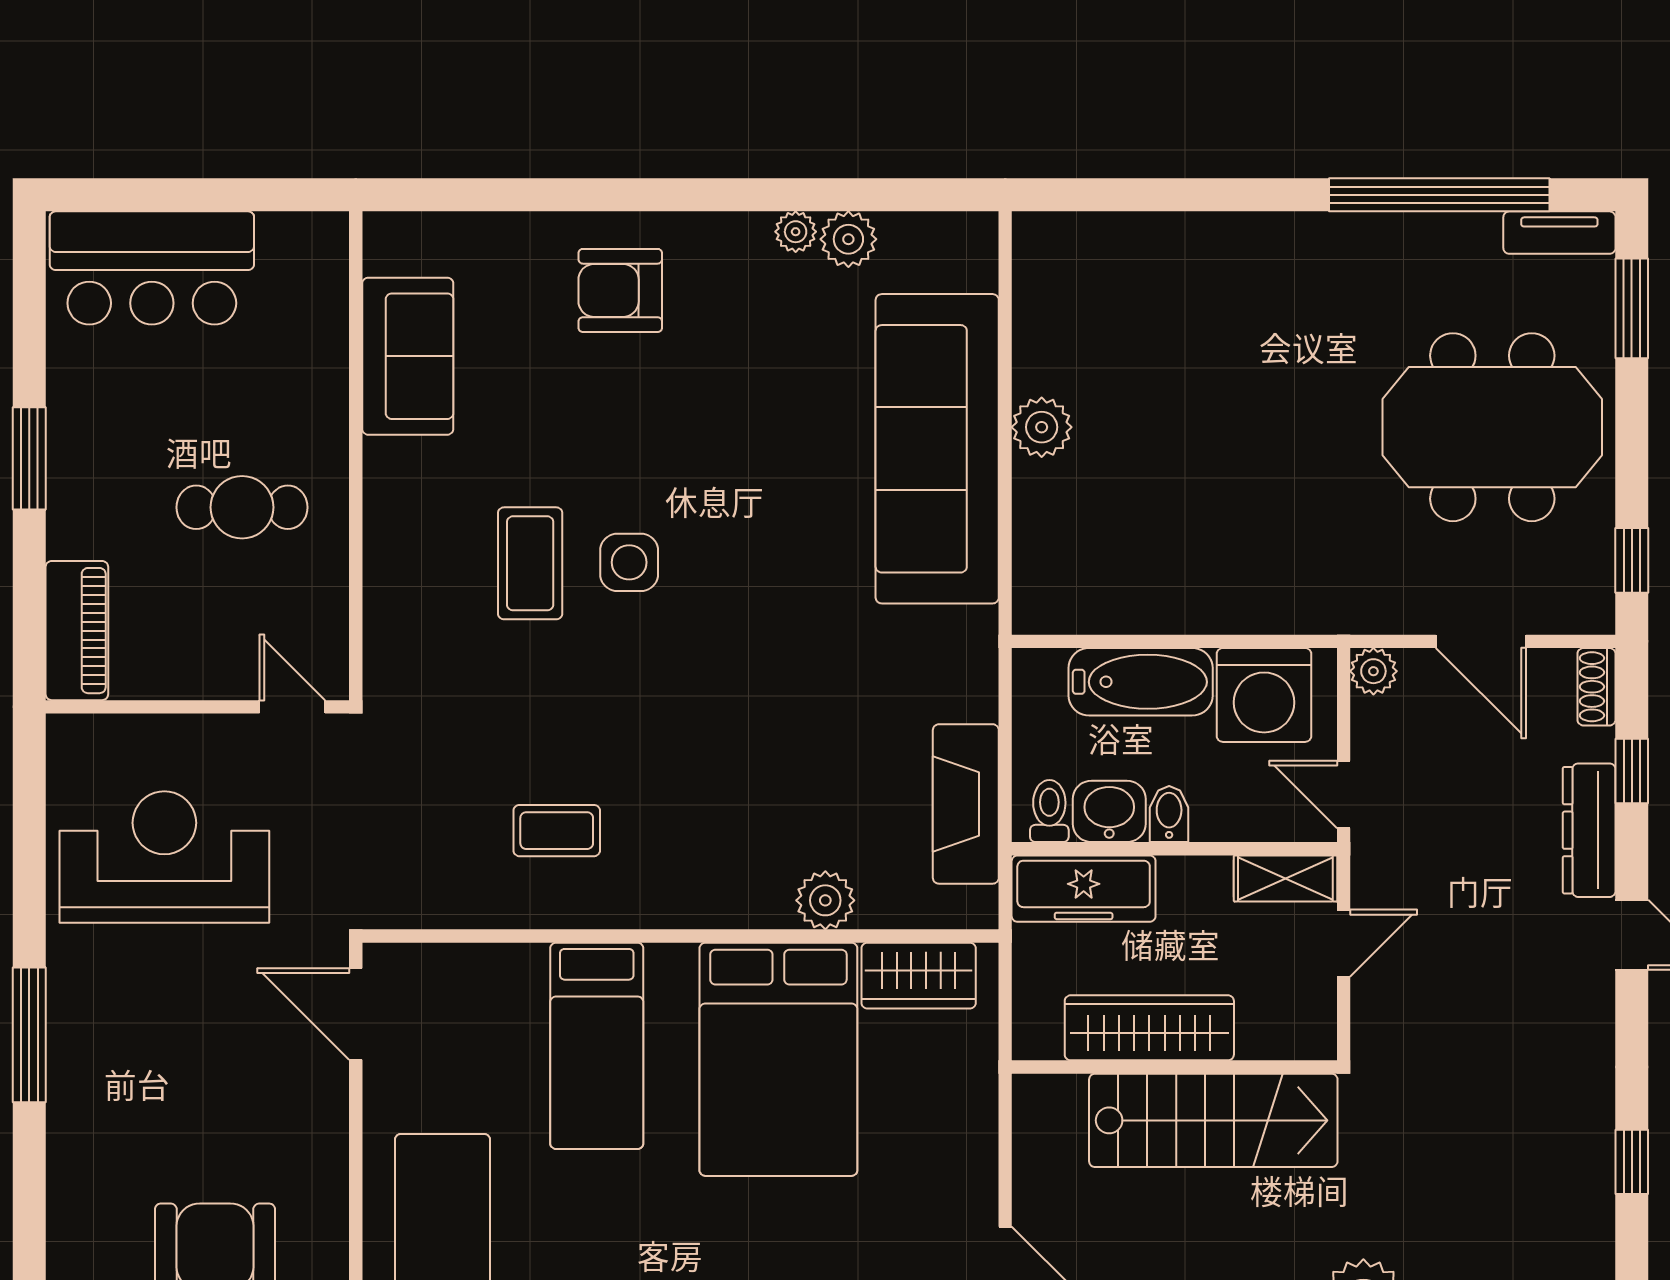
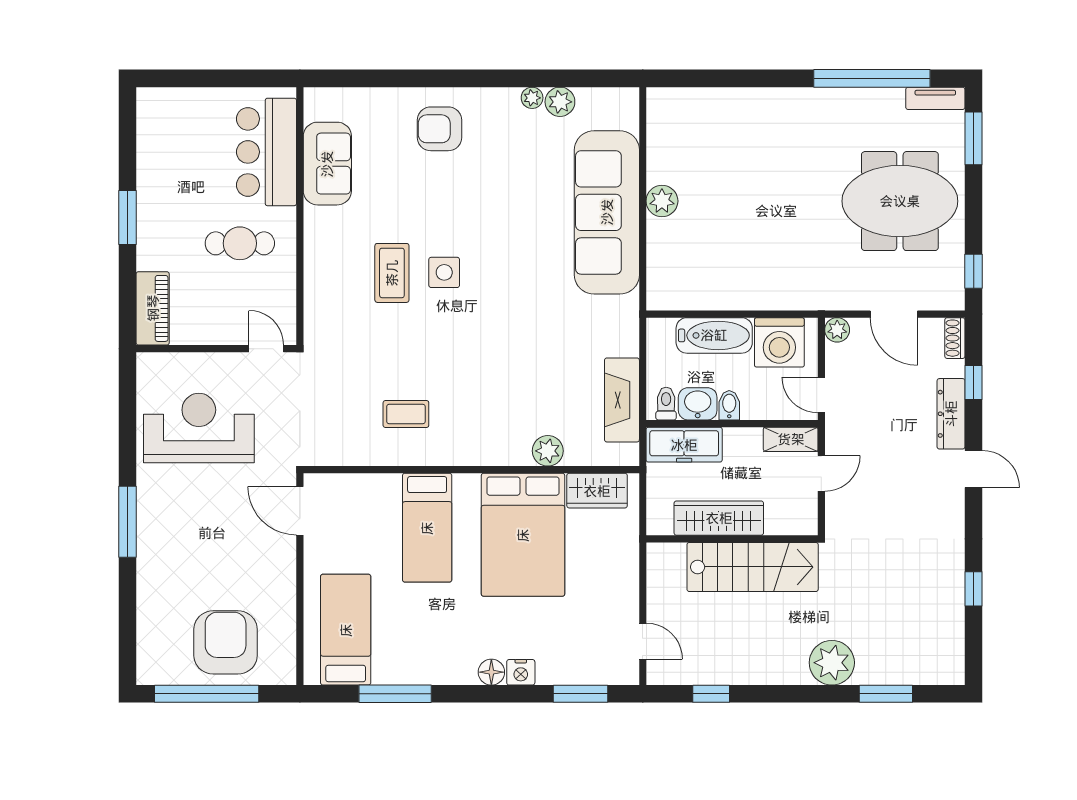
bar counter: (152, 268) -> (266, 152), moved, turned 90

